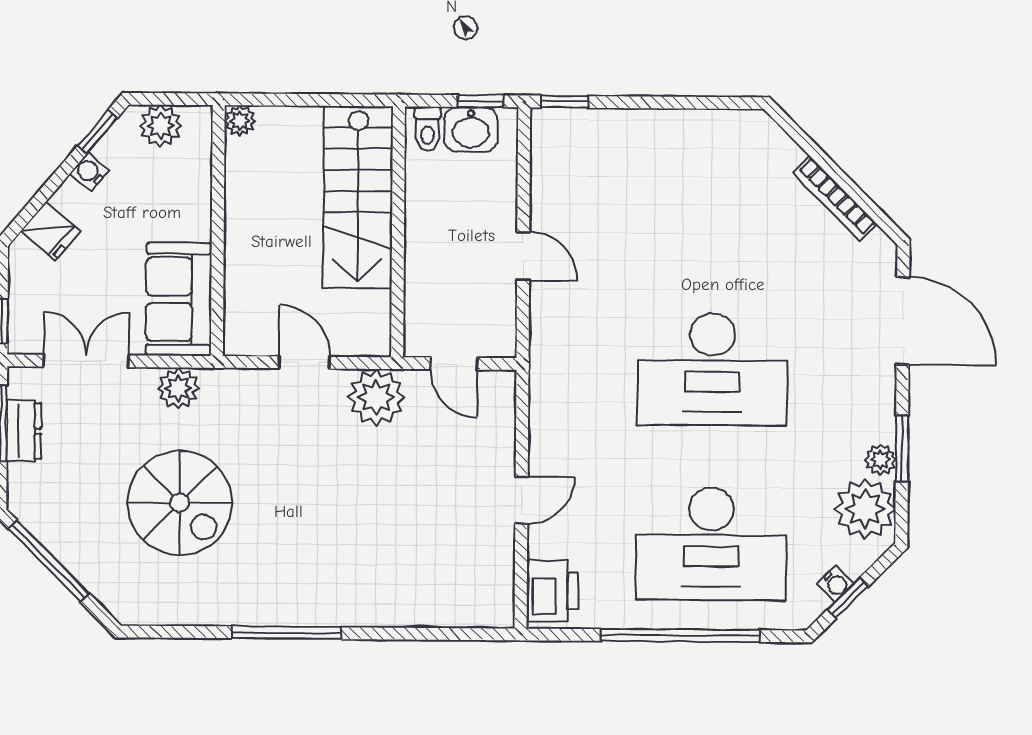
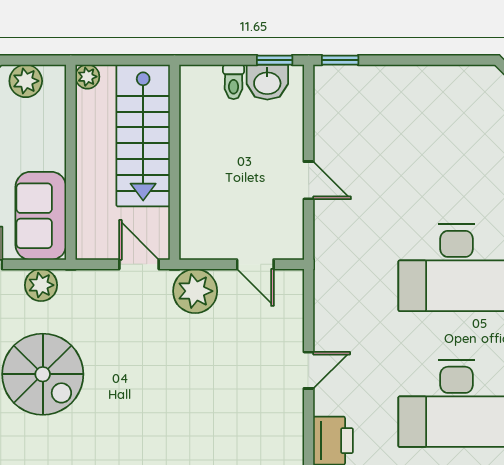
stairs: (358, 197) -> (143, 136), moved
wall: (398, 232) -> (174, 162), moved

